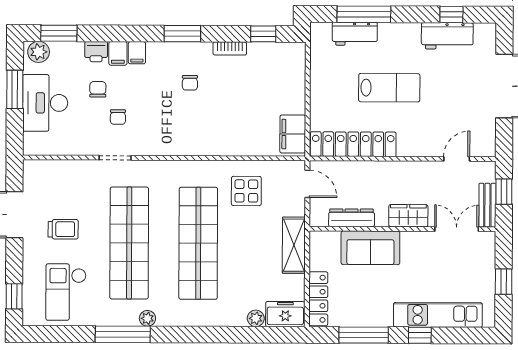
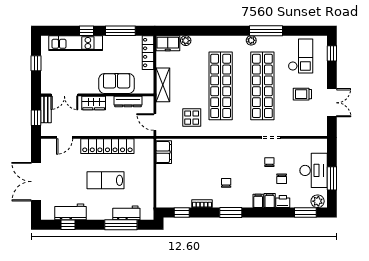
locker: (353, 144) -> (107, 146), moved

